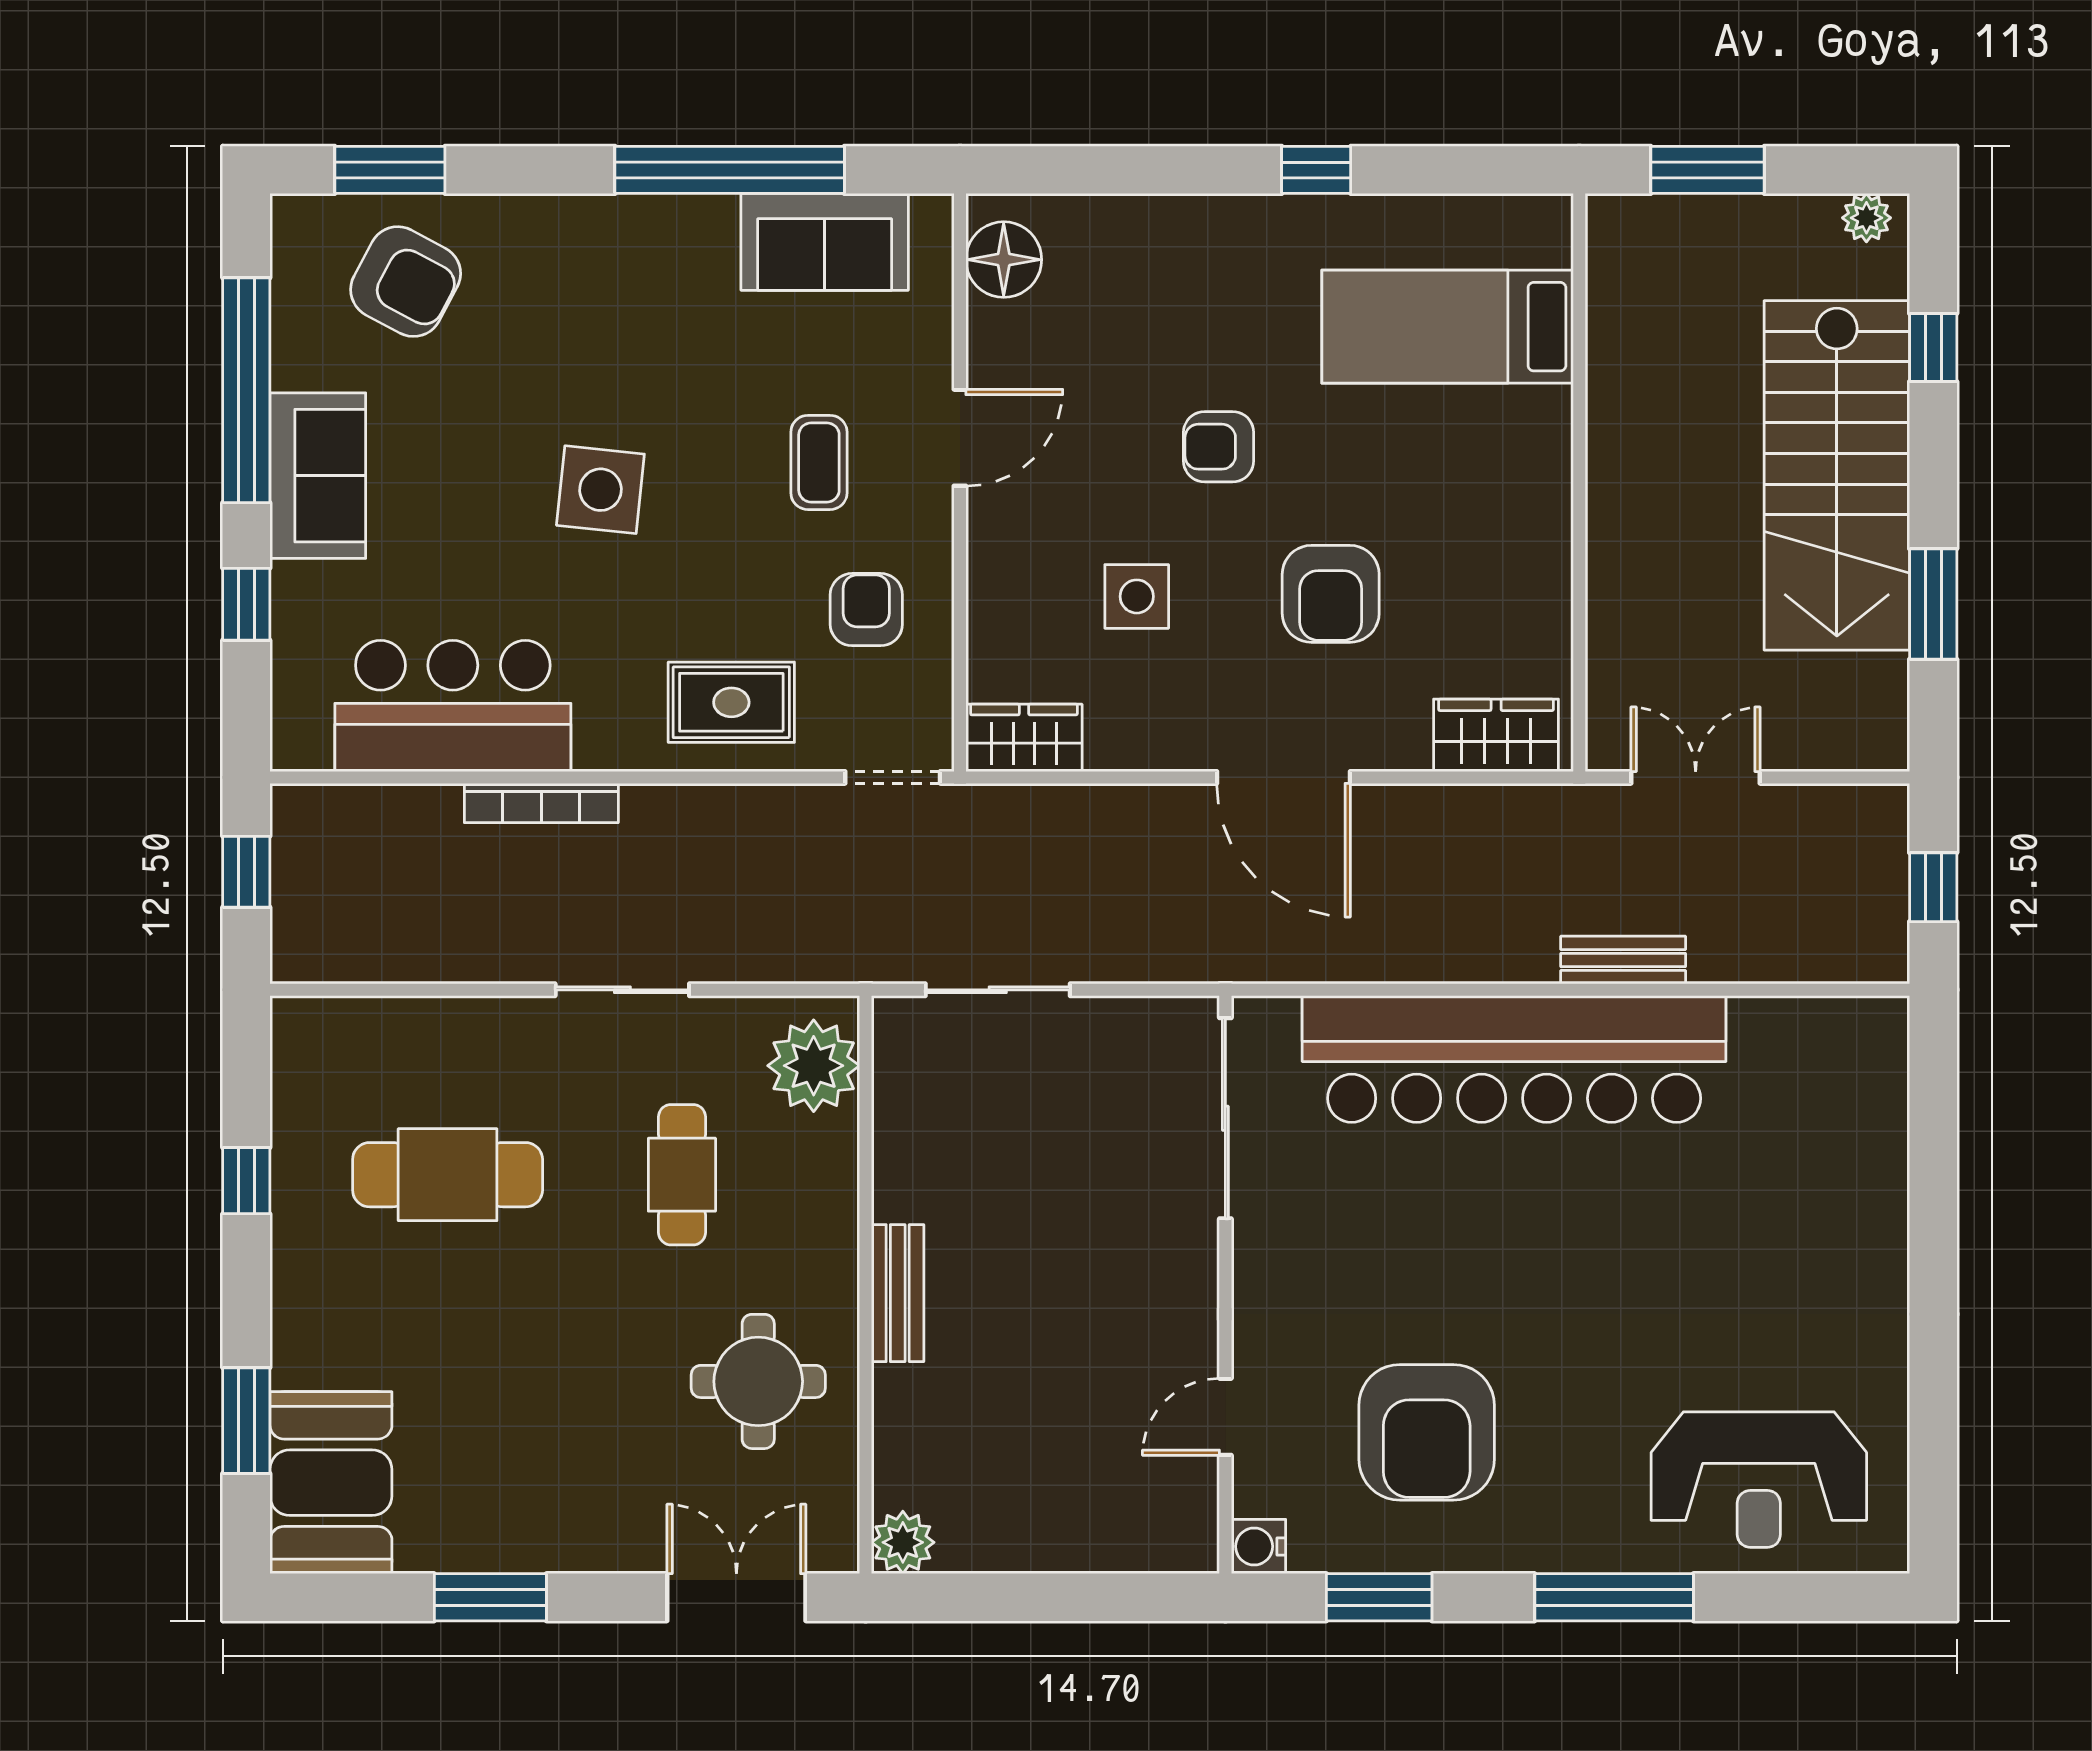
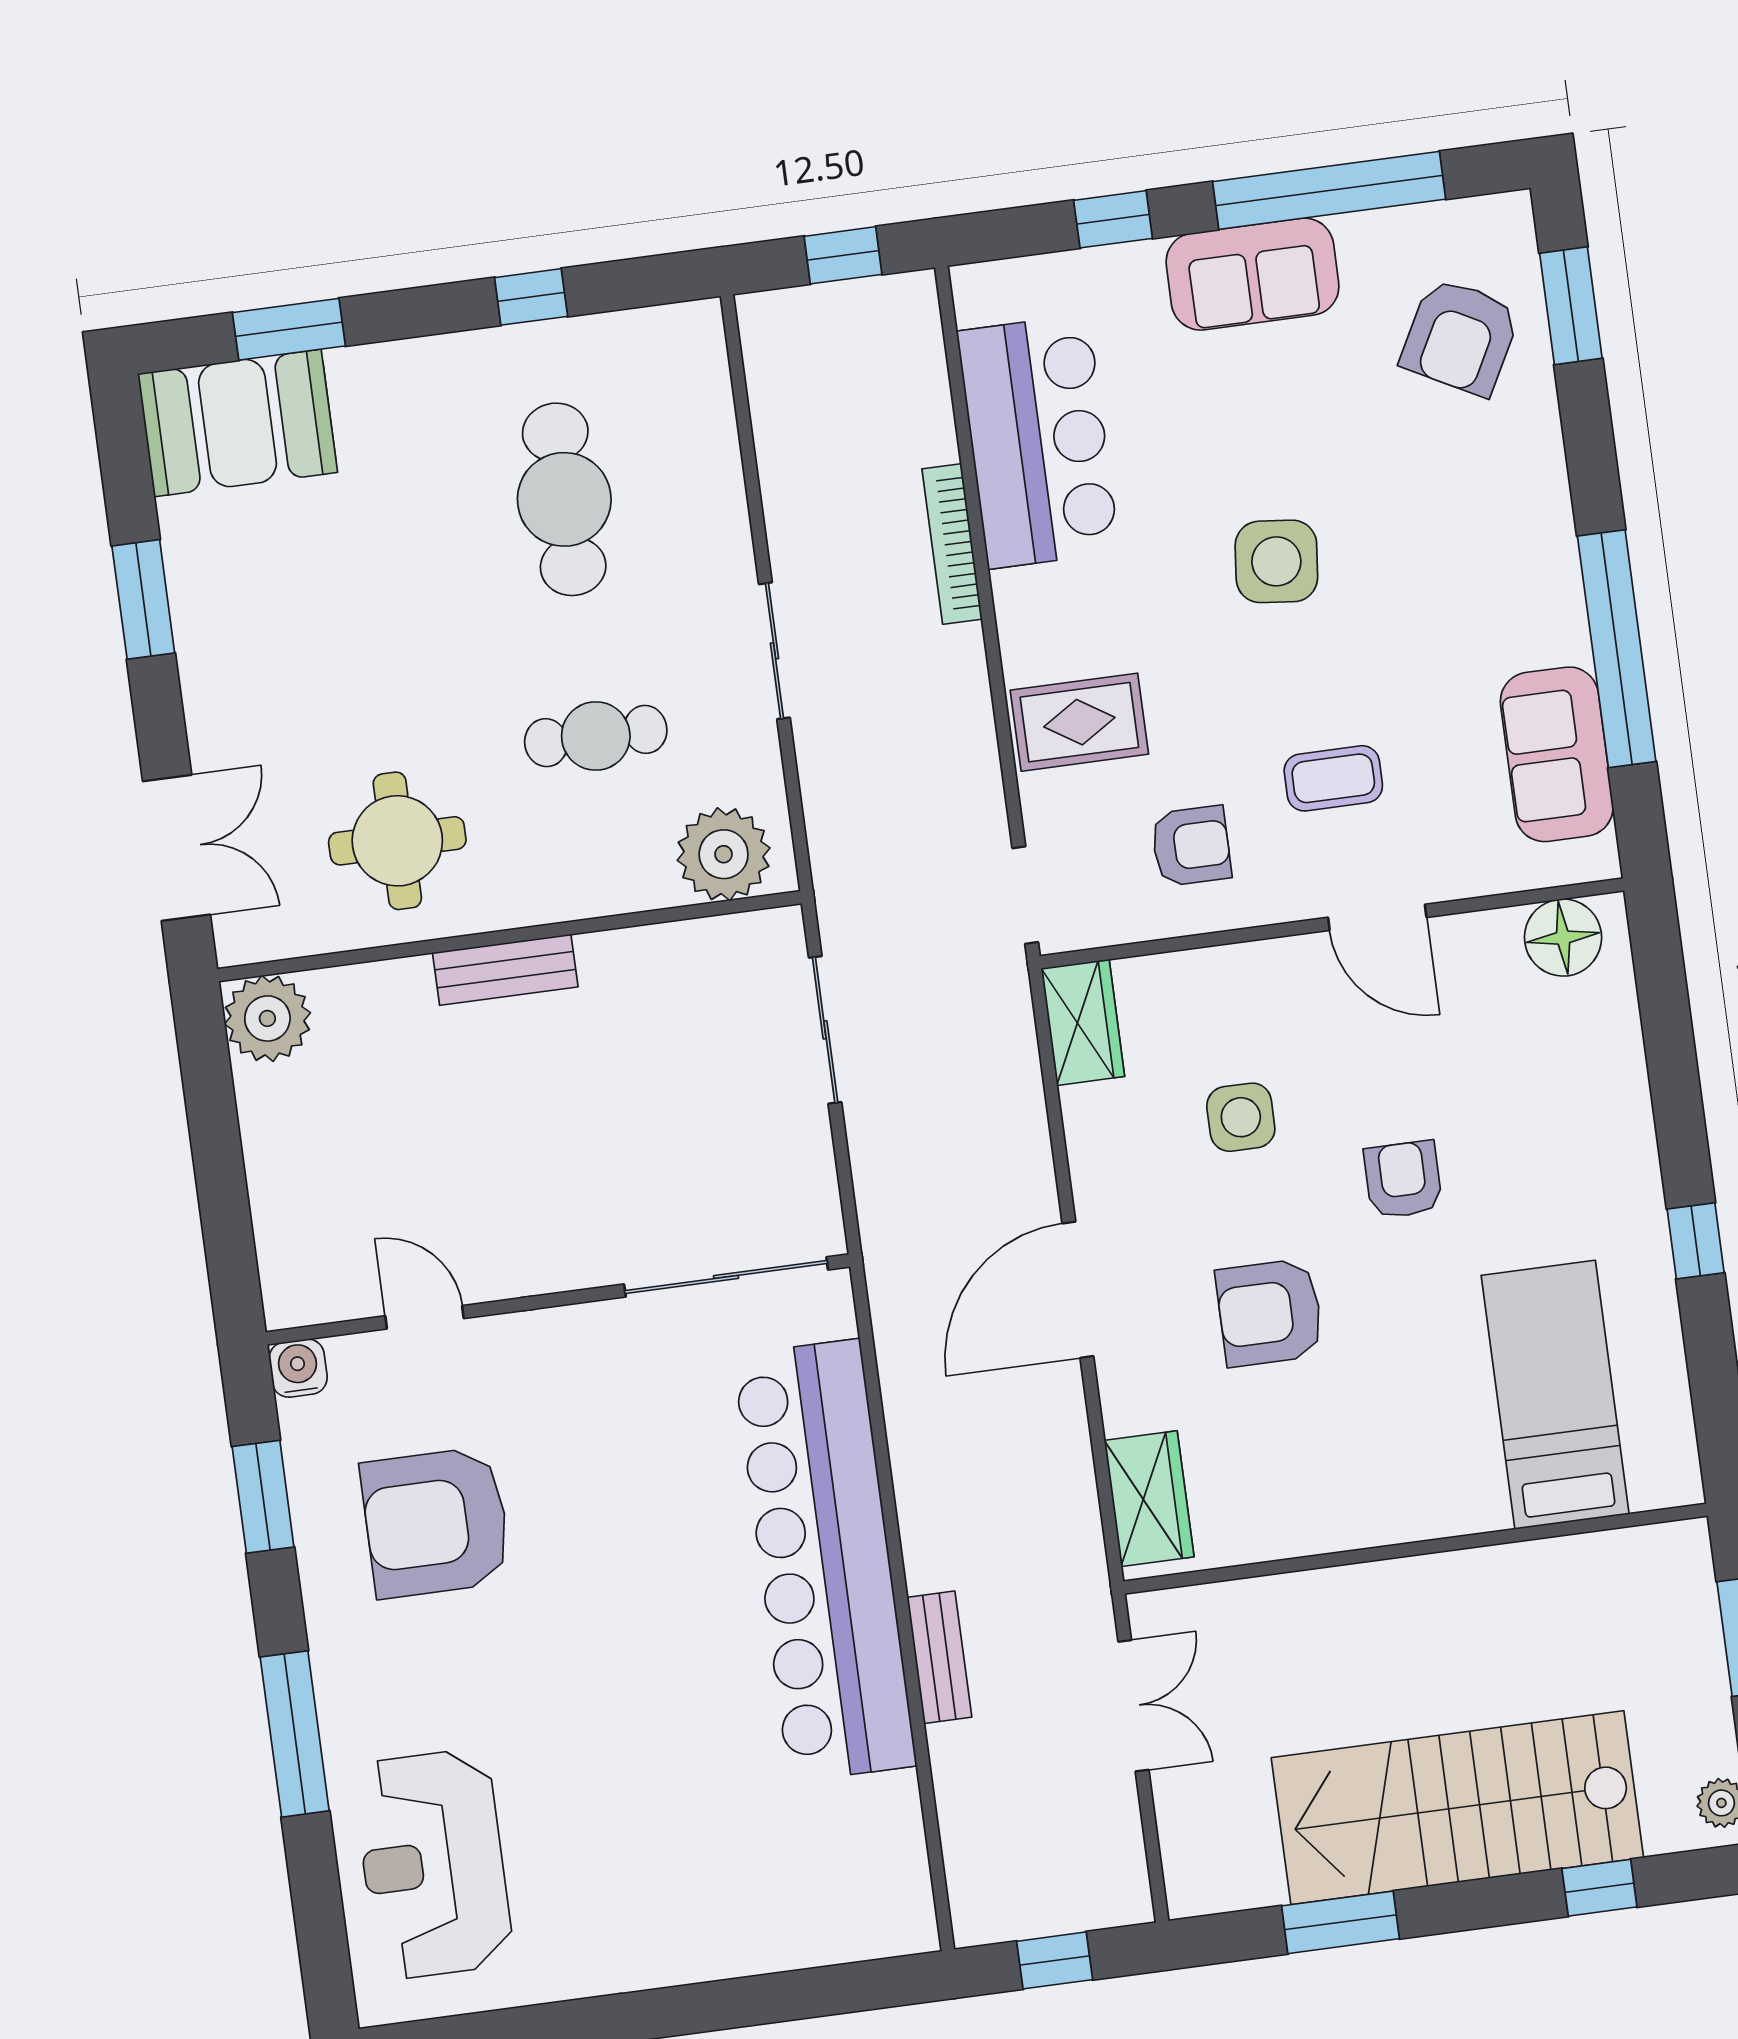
rug: (731, 702) -> (1079, 722), turned 90
plant: (903, 1542) -> (267, 1018), width x1.36, depth x1.36

